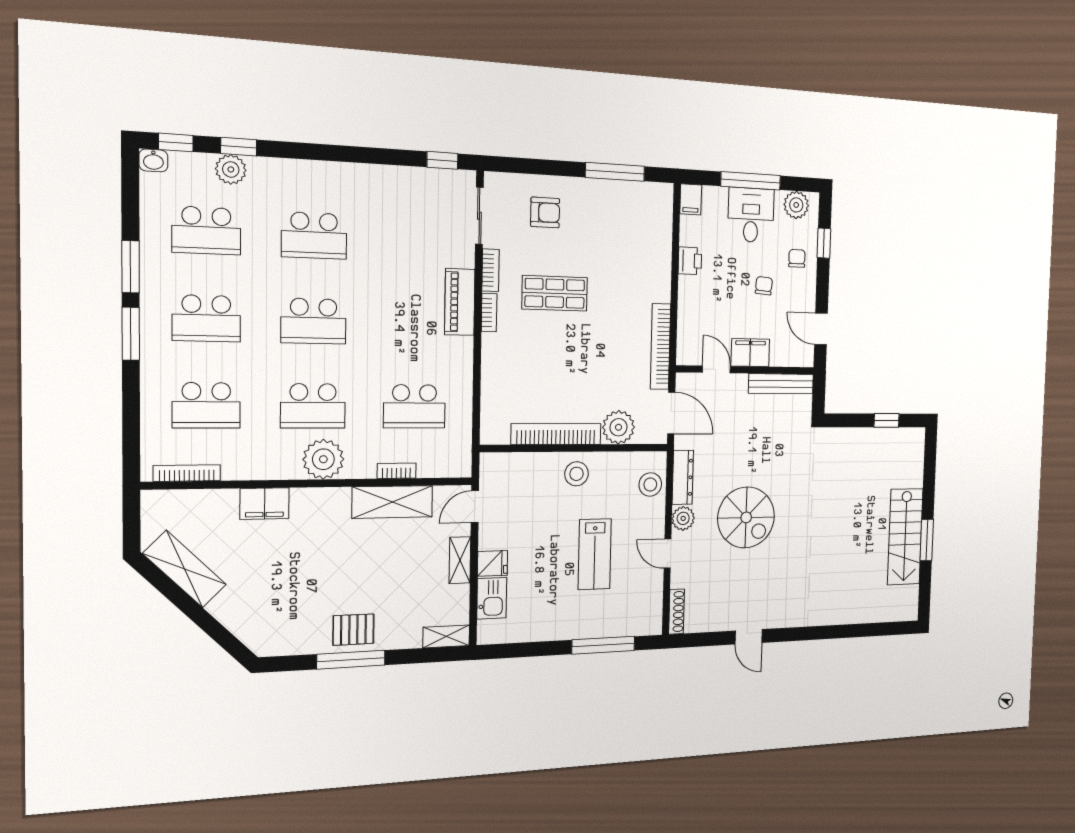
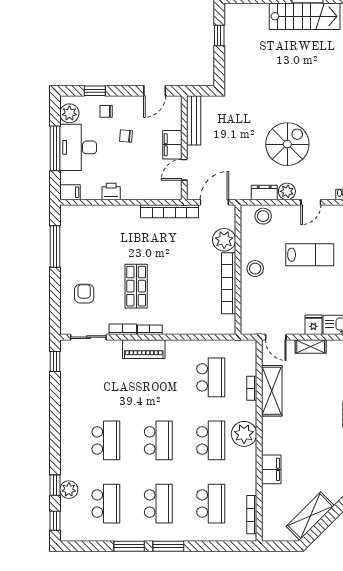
washbasin: (153, 160) -> (66, 533), removed
desk: (751, 215) -> (78, 147), width x1.37
dresser: (683, 477) -> (264, 192), width x0.70

